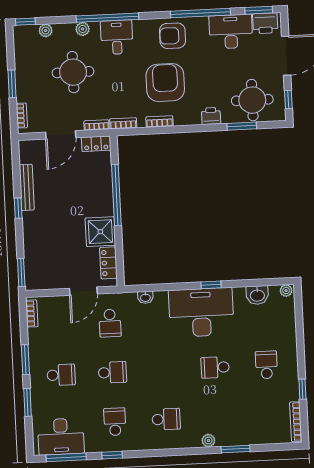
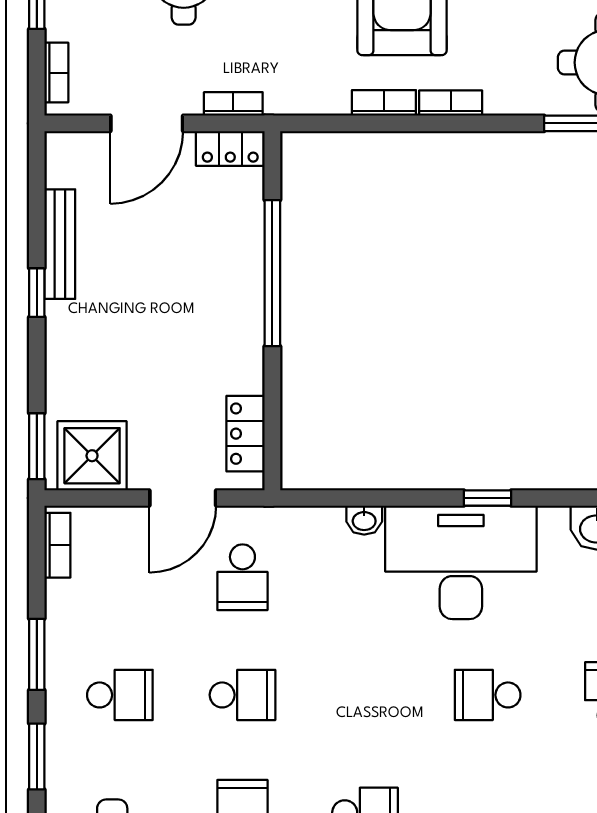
printer: (211, 116) -> (507, 96), removed
bookcase: (123, 123) -> (451, 103), moved
shower: (100, 232) -> (92, 456), moved
washbasin: (145, 297) -> (364, 520), moved

